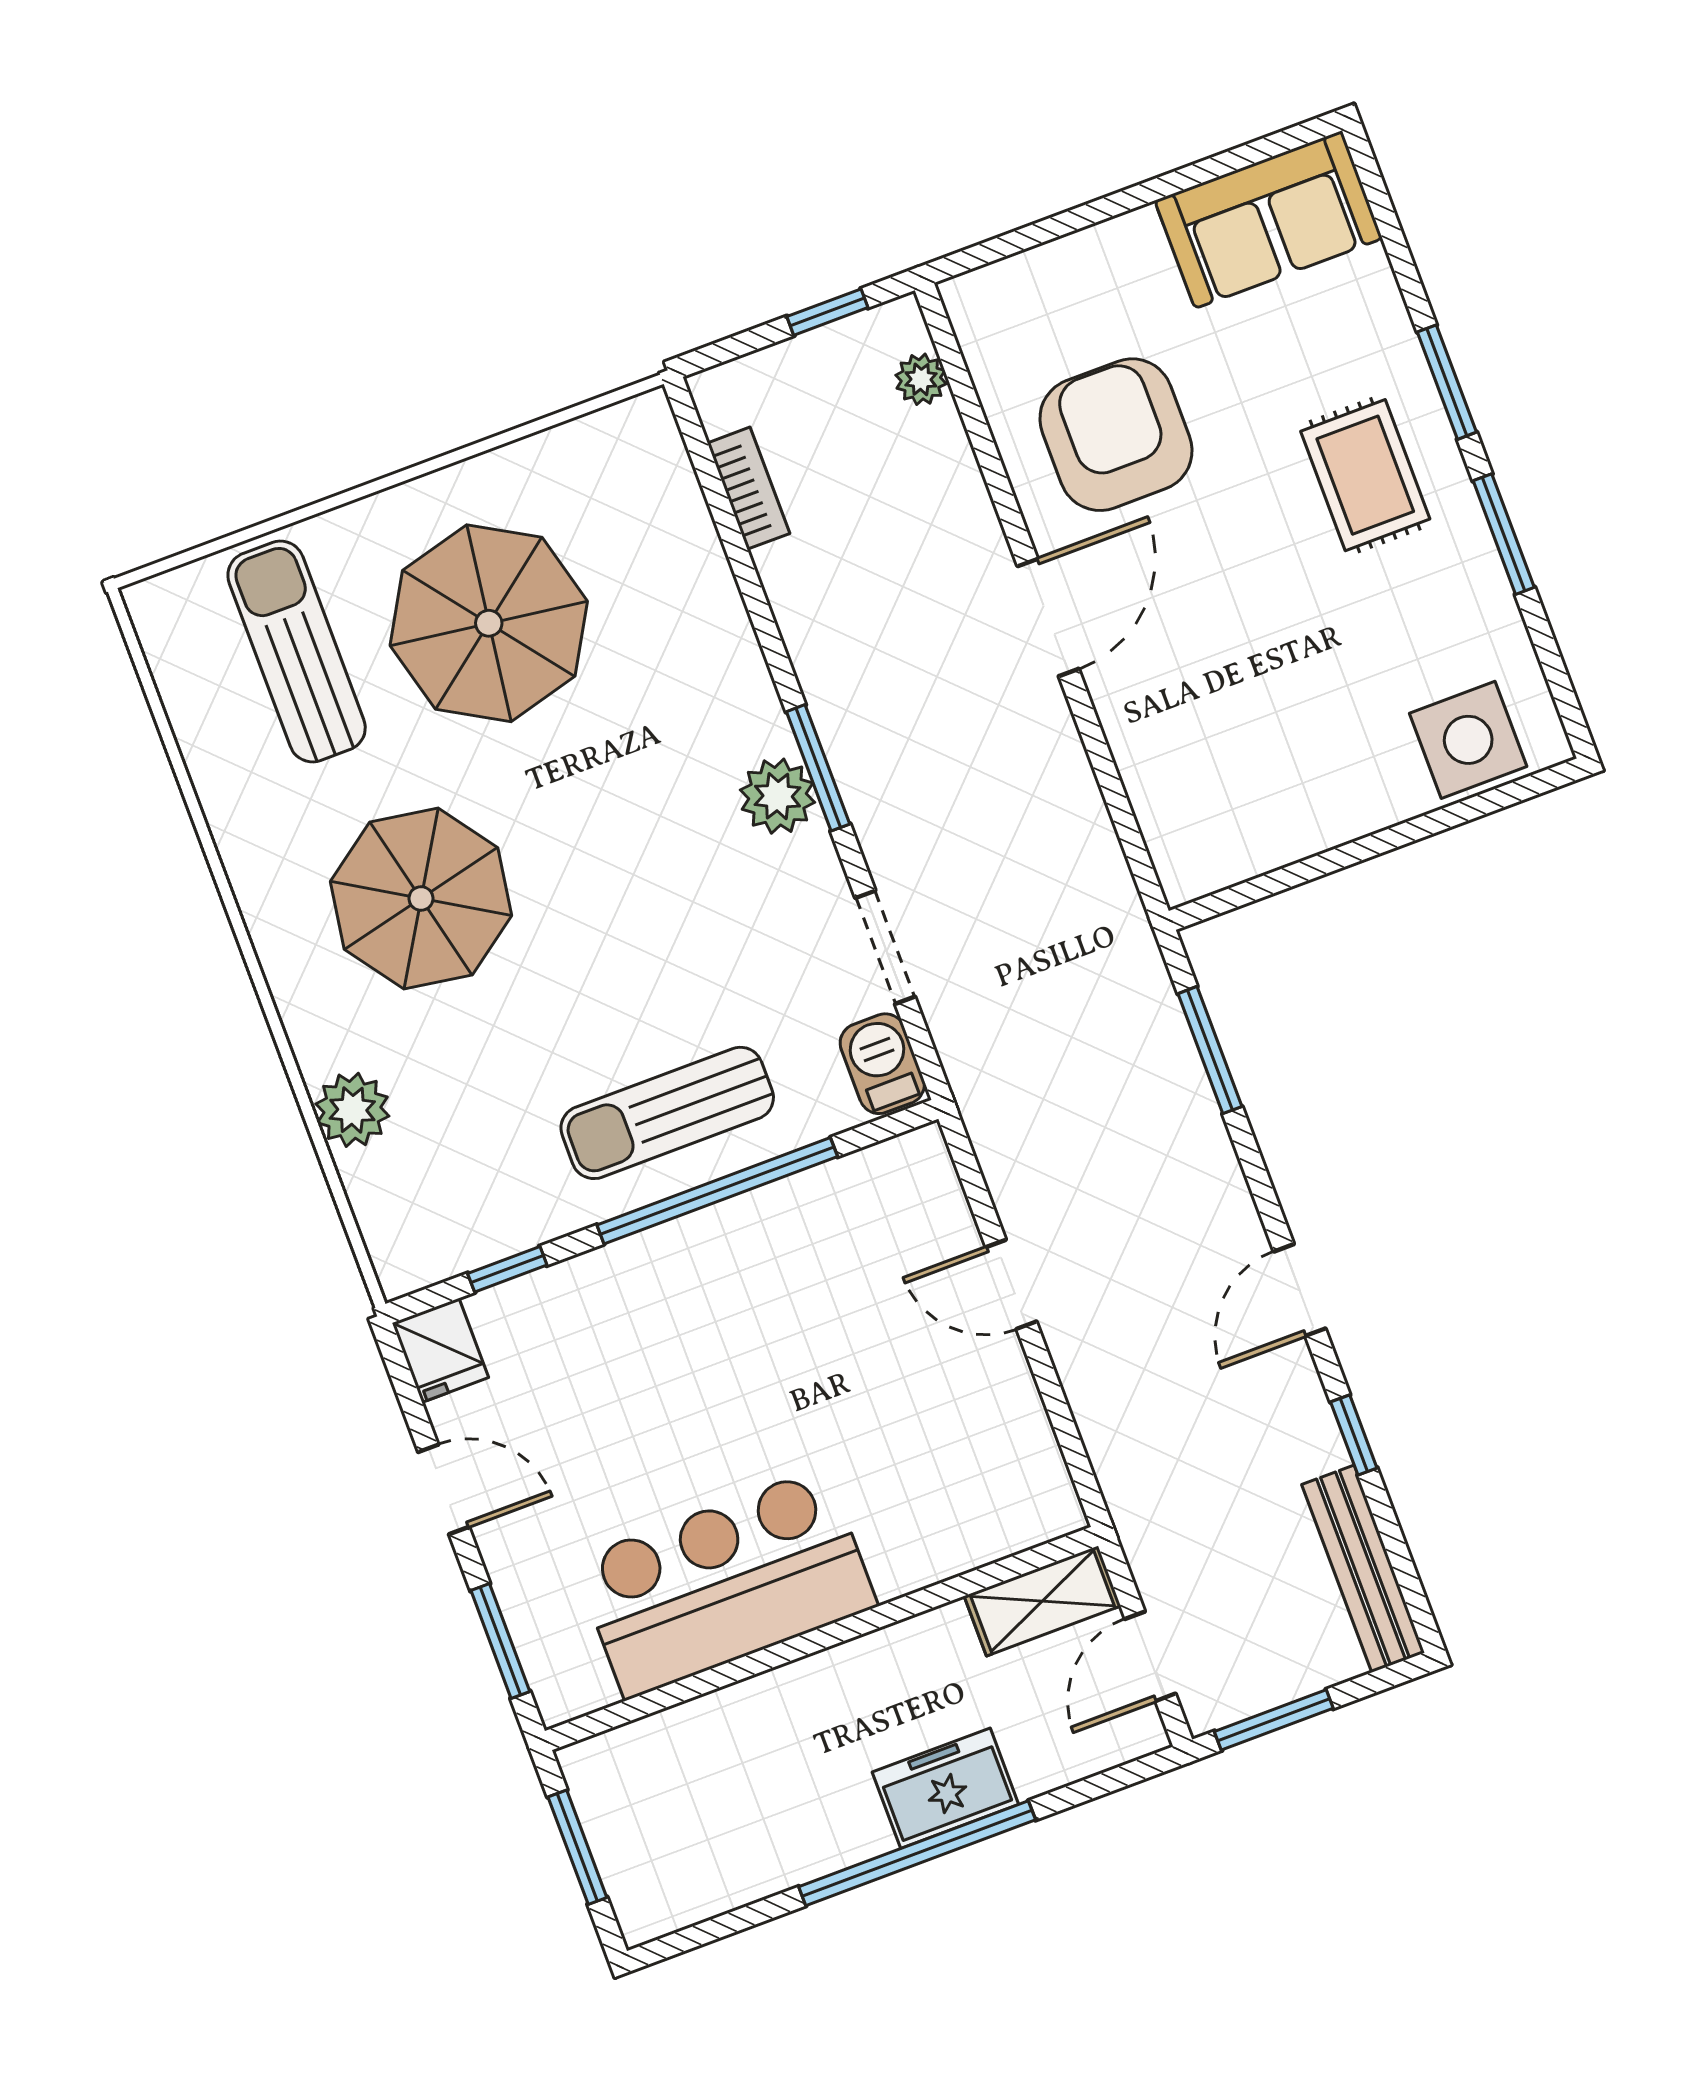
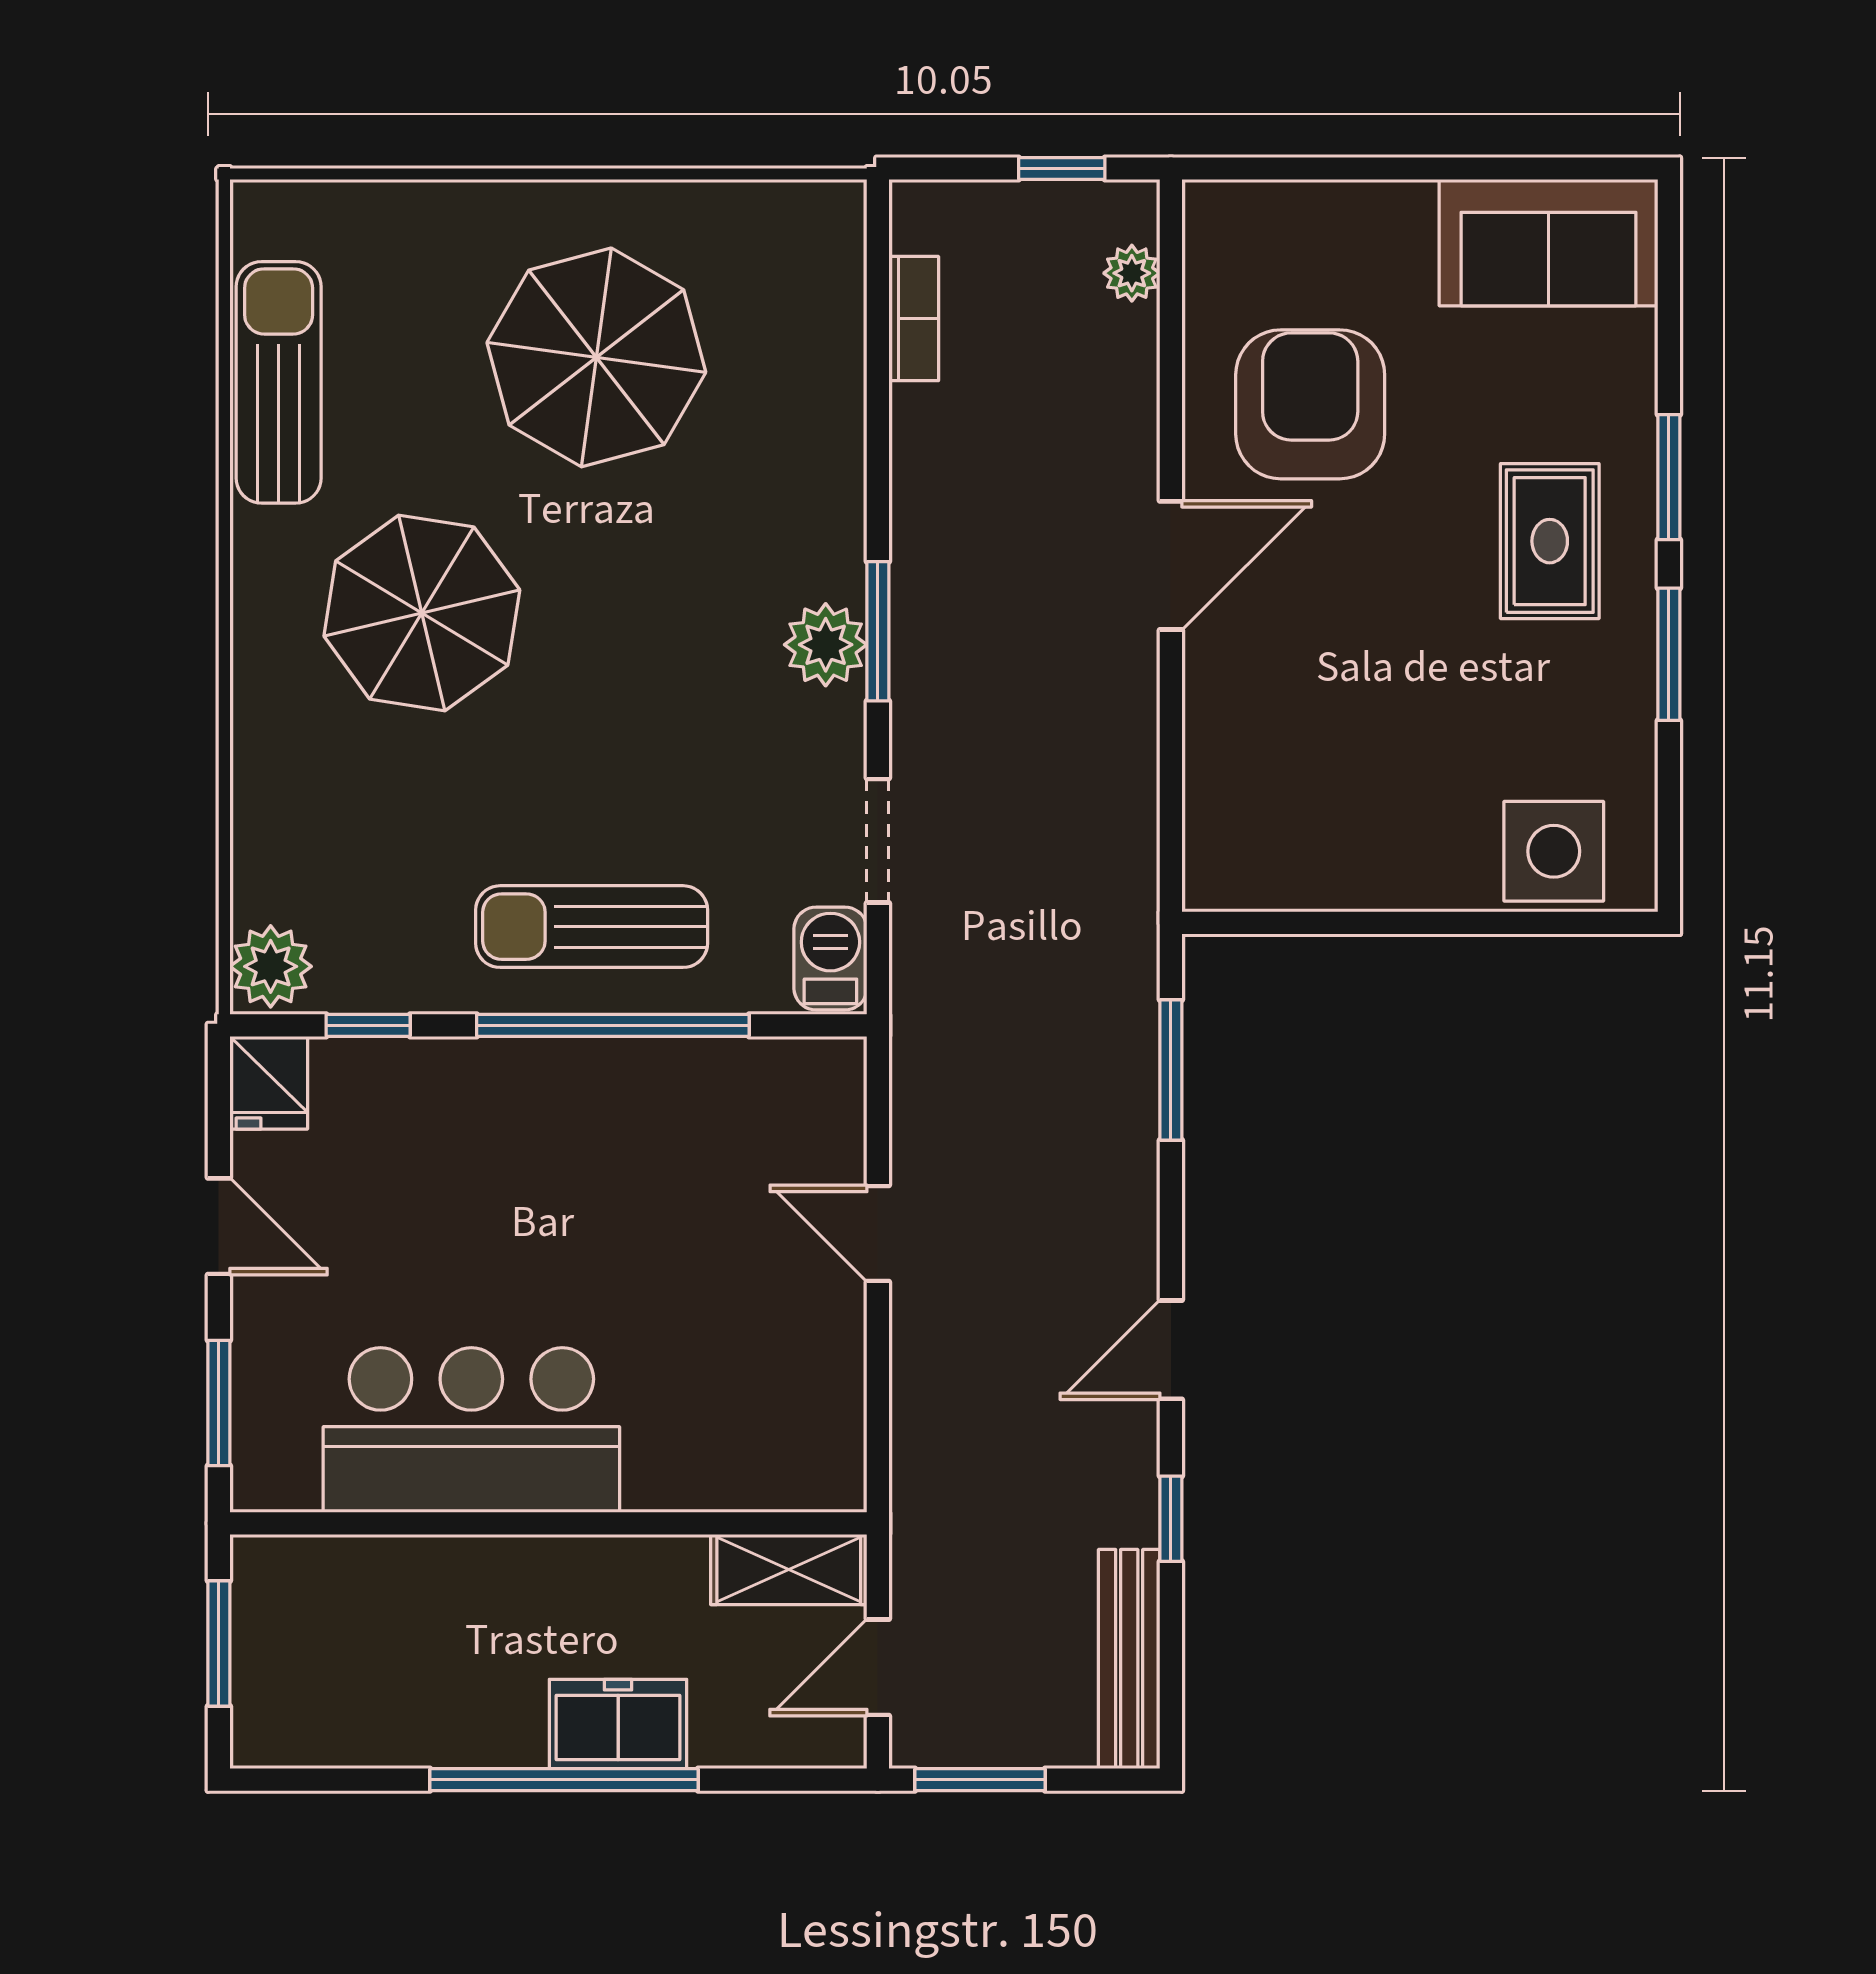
sun lounger: (297, 652) -> (279, 382), moved
plant: (352, 1110) -> (271, 966), moved

